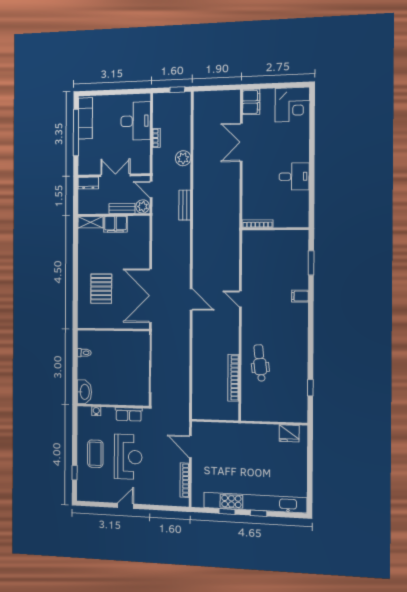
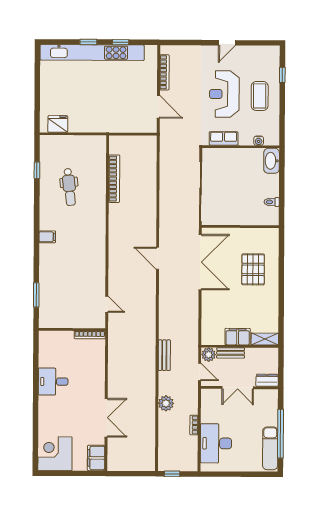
filing cabinet: (300, 296) -> (47, 237), moved
door: (240, 299) -> (107, 304), moved
dental chair: (260, 363) -> (69, 187), moved

